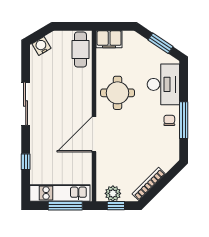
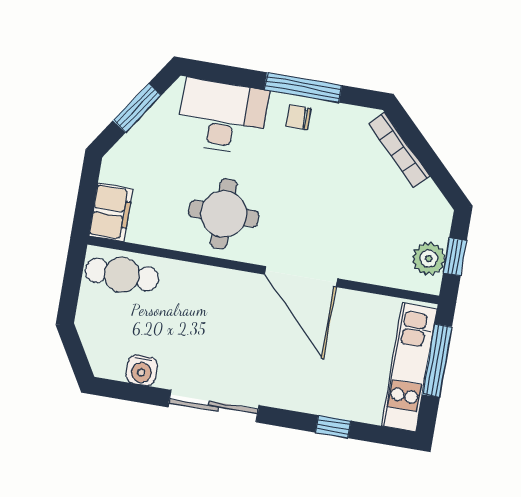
water cooler: (41, 46) -> (142, 370), moved, turned -60
bookcase: (149, 184) -> (399, 150), moved

